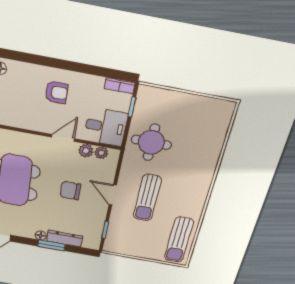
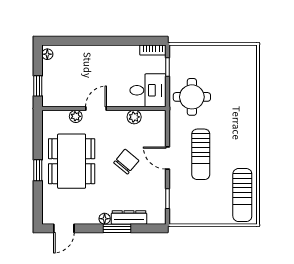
armchair: (56, 92) -> (99, 67), removed
door: (63, 138) -> (96, 108), moved
plant: (101, 153) -> (76, 116), moved
chair: (70, 191) -> (126, 162), turned 130

